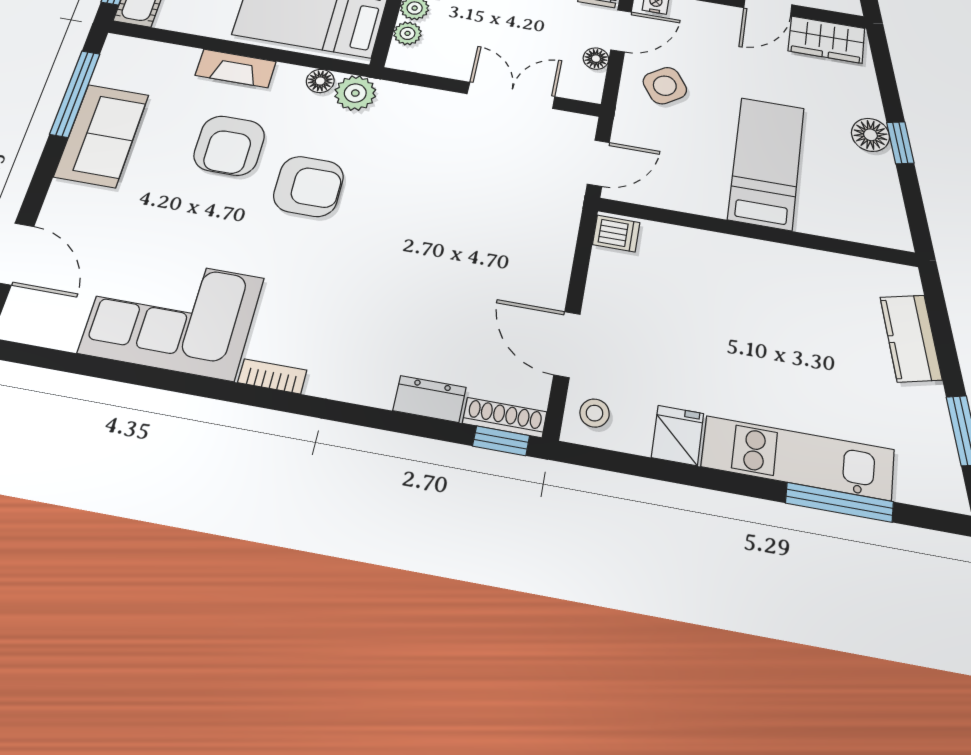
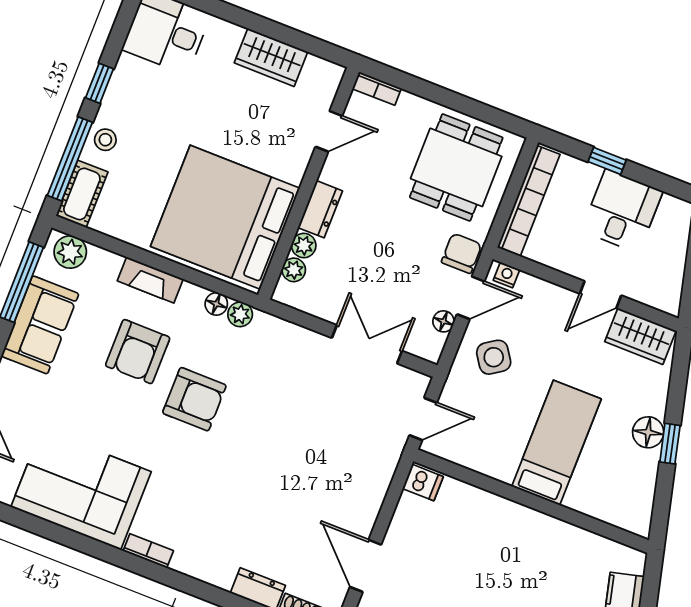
plant: (134, 54) -> (70, 252), added
plant: (355, 93) -> (240, 314), width x0.73, depth x0.73

